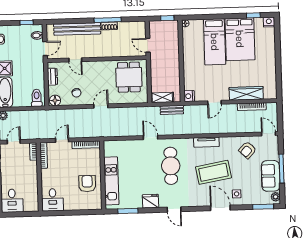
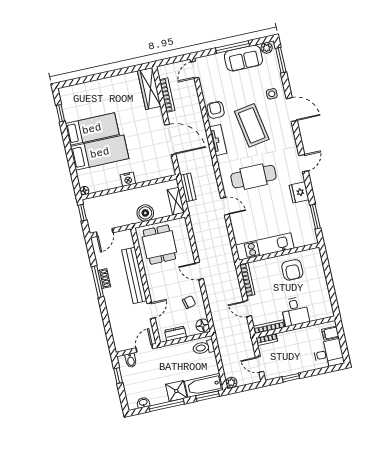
nightstand: (269, 22) -> (65, 94), removed
bench: (77, 29) -> (134, 275), moved
bed: (240, 39) -> (92, 129), width x0.67
door: (148, 45) -> (105, 232), moved
door: (45, 49) -> (144, 348), hinge flipped
boiler: (157, 70) -> (145, 213), added
dining table: (129, 77) -> (159, 245), turned 90
wardrobe: (246, 93) -> (149, 88), moved
nightstand: (189, 96) -> (128, 179), moved
door: (214, 103) -> (170, 139), width x1.88
door: (150, 137) -> (225, 206), swing flipped
armchair: (248, 150) -> (216, 110), moved, turned -134
kitchen unit: (111, 181) -> (265, 247), moved
armchair: (87, 184) -> (292, 270), turned -90
desk: (53, 200) -> (295, 311), moved, turned 90
filing cabinet: (29, 205) -> (330, 333), added
door: (220, 208) -> (292, 110), swing flipped

